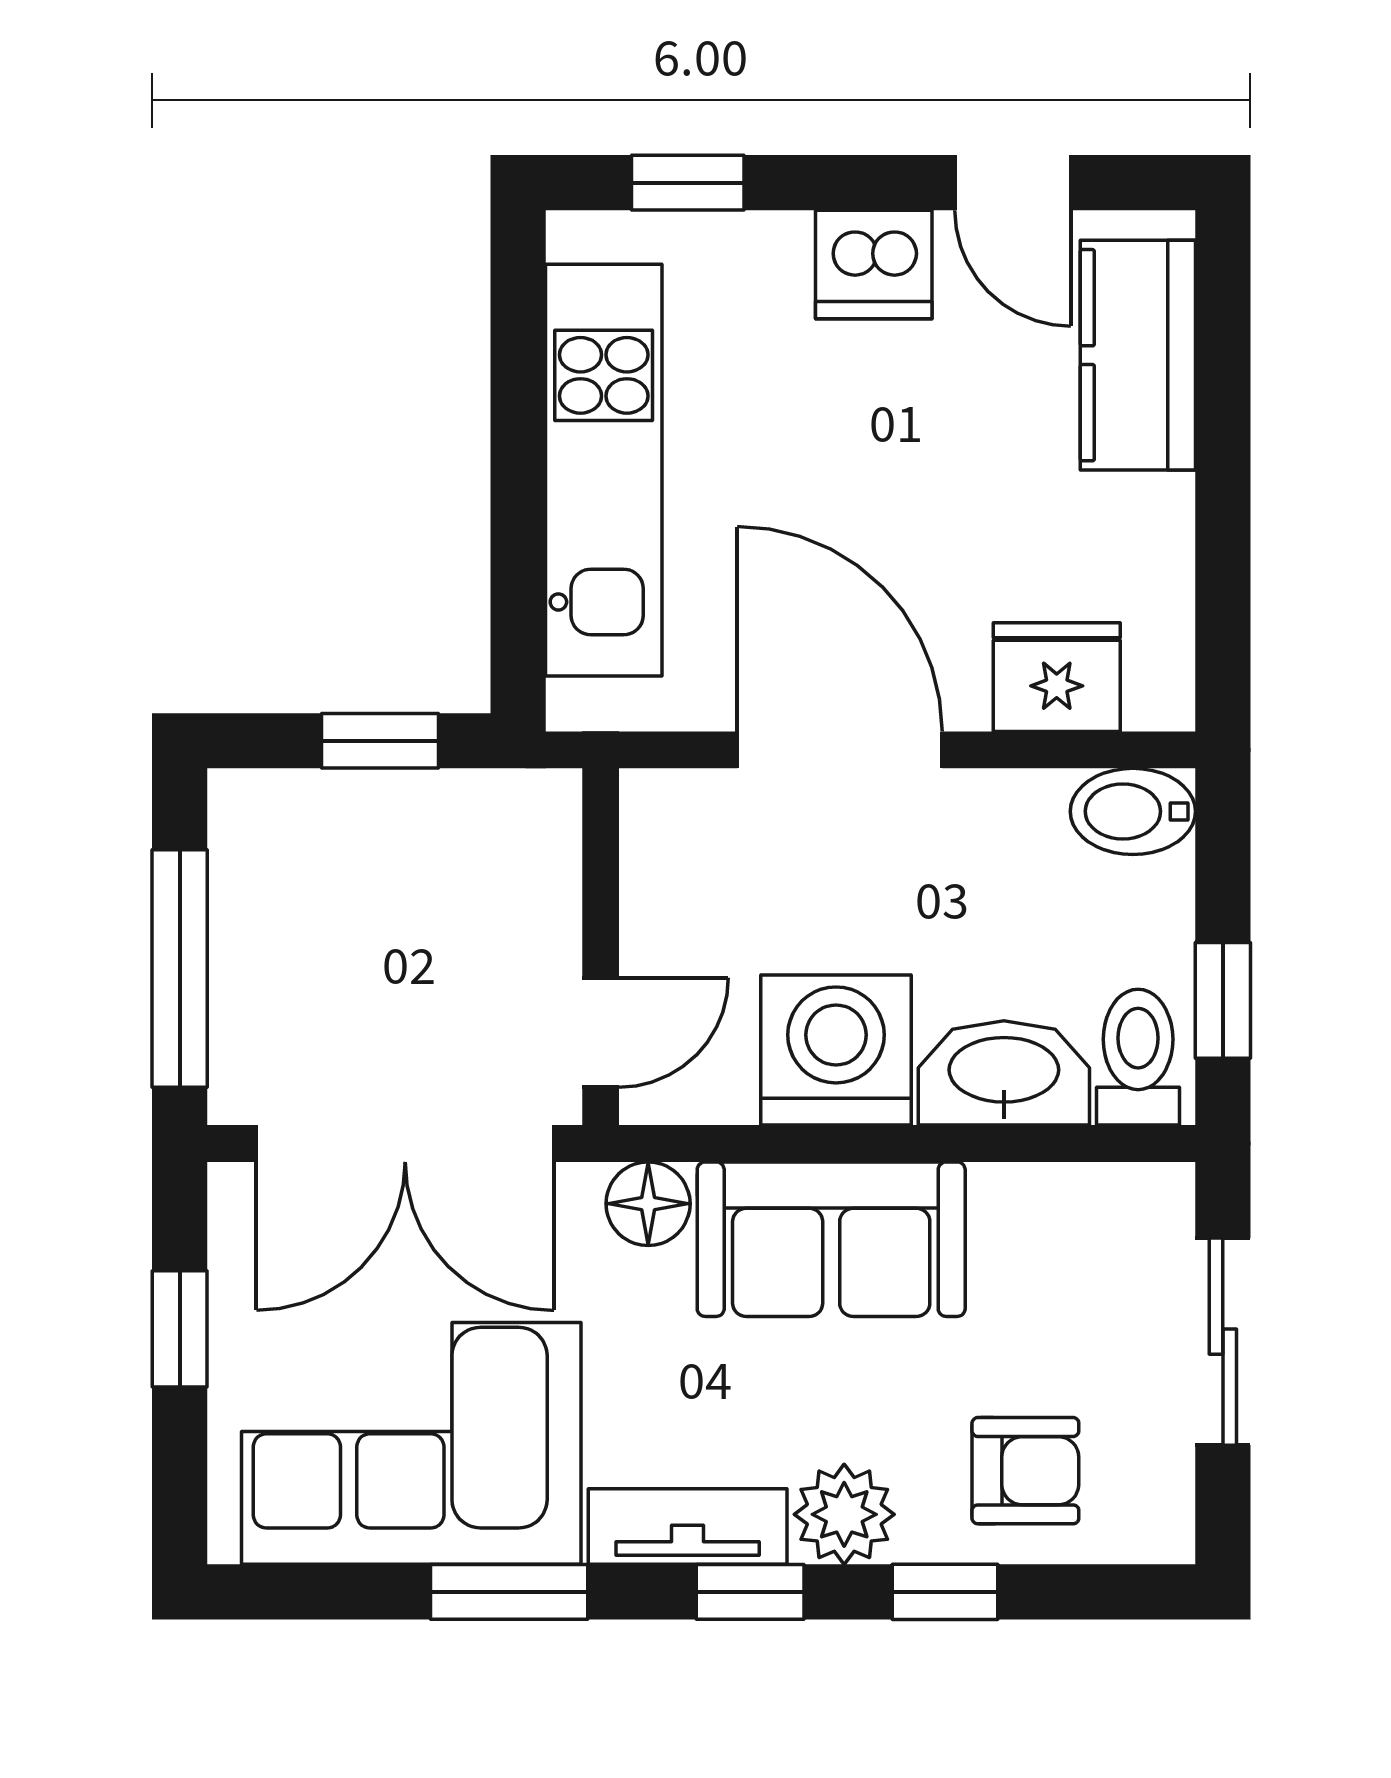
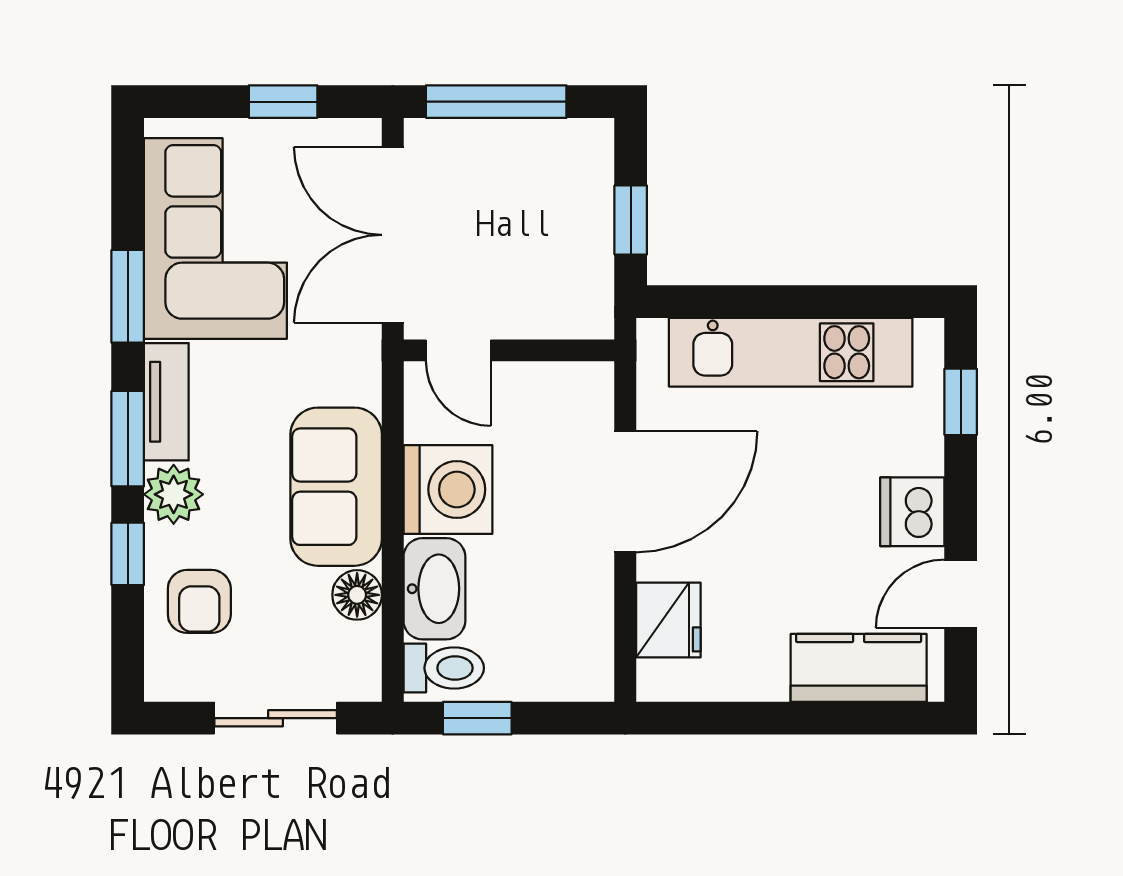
bidet: (1133, 811) -> (589, 665), removed
floor lamp: (648, 1204) -> (357, 595), moved
window: (750, 1592) -> (128, 439), width x1.50

